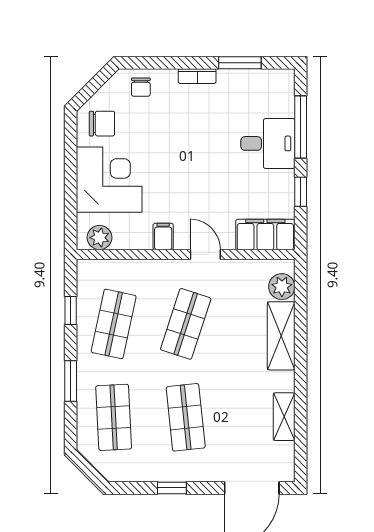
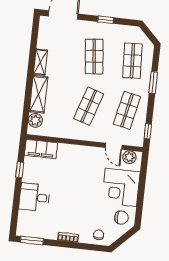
window: (240, 63) -> (32, 241), moved
chair: (102, 124) -> (121, 218), turned 180
window: (301, 127) -> (16, 204), removed
filing cabinet: (163, 236) -> (96, 154), removed
door: (205, 254) -> (114, 146), moved
window: (71, 310) -> (148, 131), moved
shelving: (284, 417) -> (41, 62), moved

